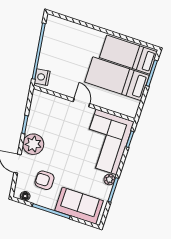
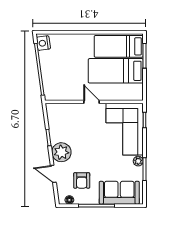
nightstand: (42, 77) -> (43, 43), moved
armchair: (45, 180) -> (82, 180), turned -90

